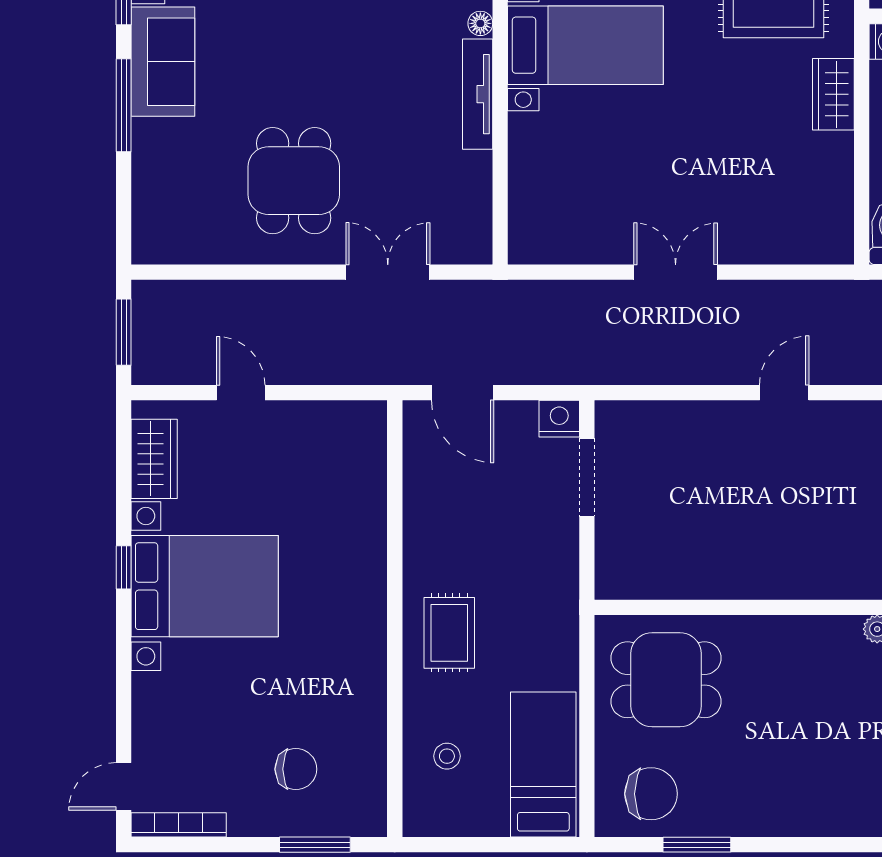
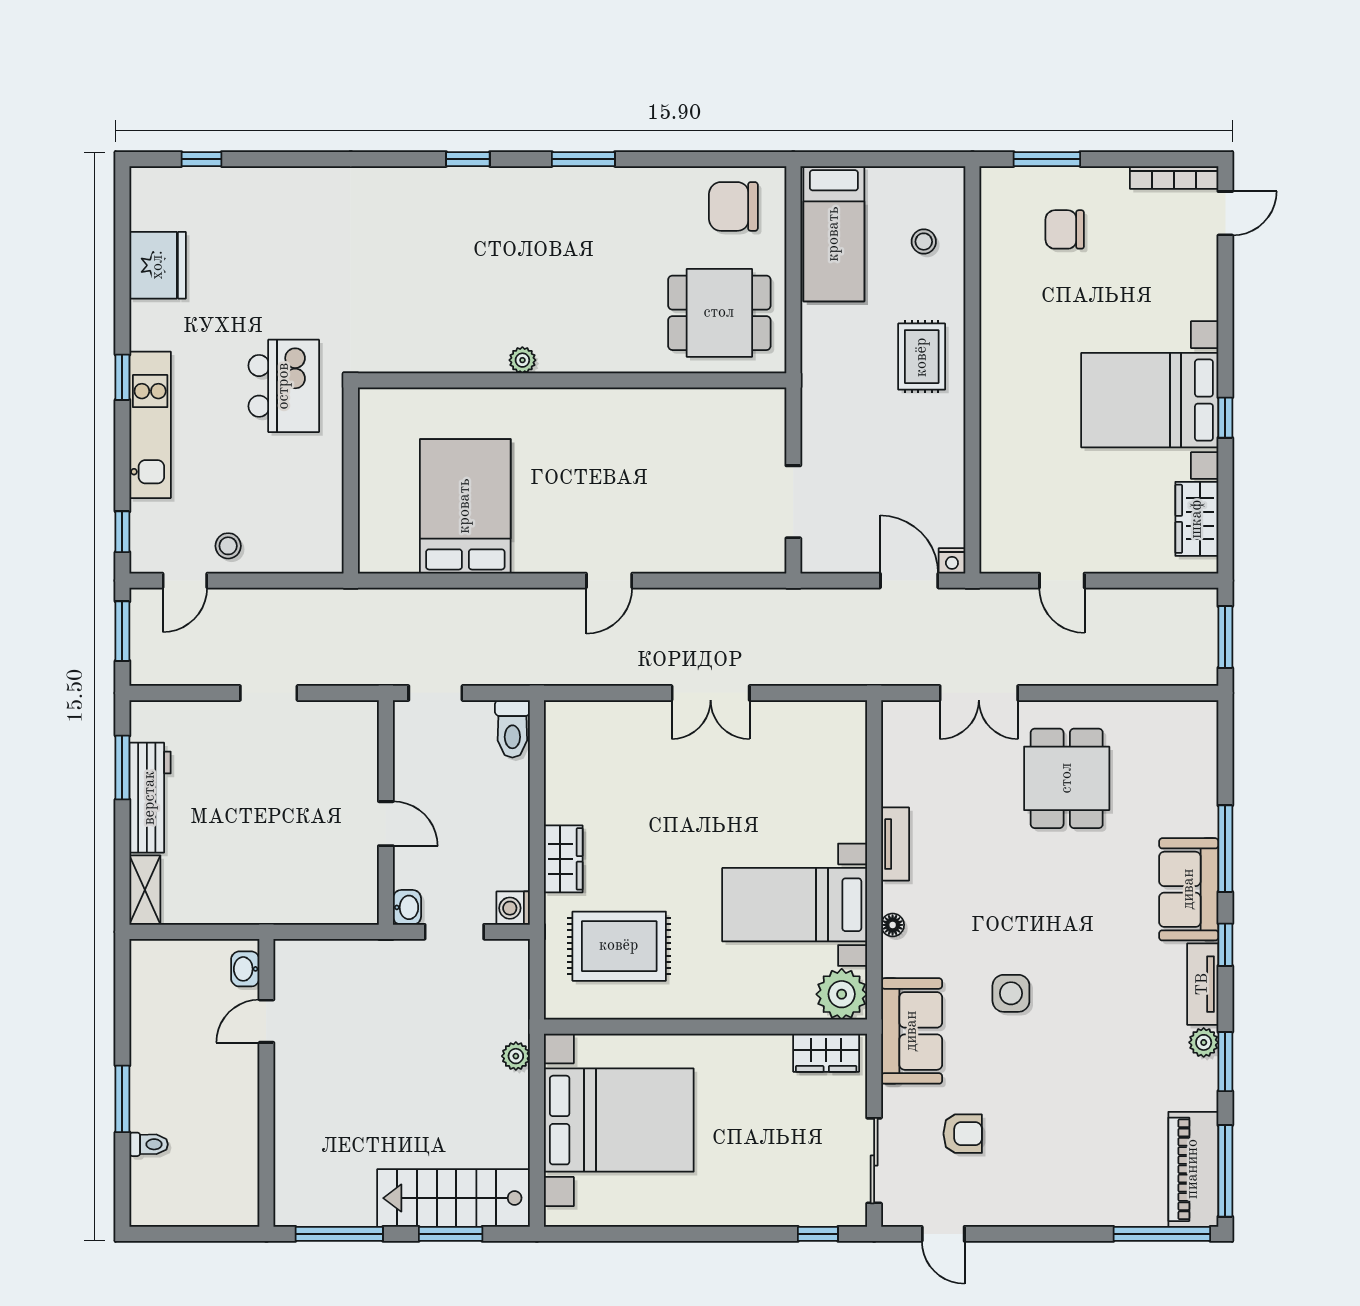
tv unit: (478, 94) -> (895, 844), width x0.71
door: (241, 393) -> (1062, 581), moved
nightstand: (559, 419) -> (952, 561), moved, width x0.72, depth x0.74
window: (697, 845) -> (583, 159), moved

